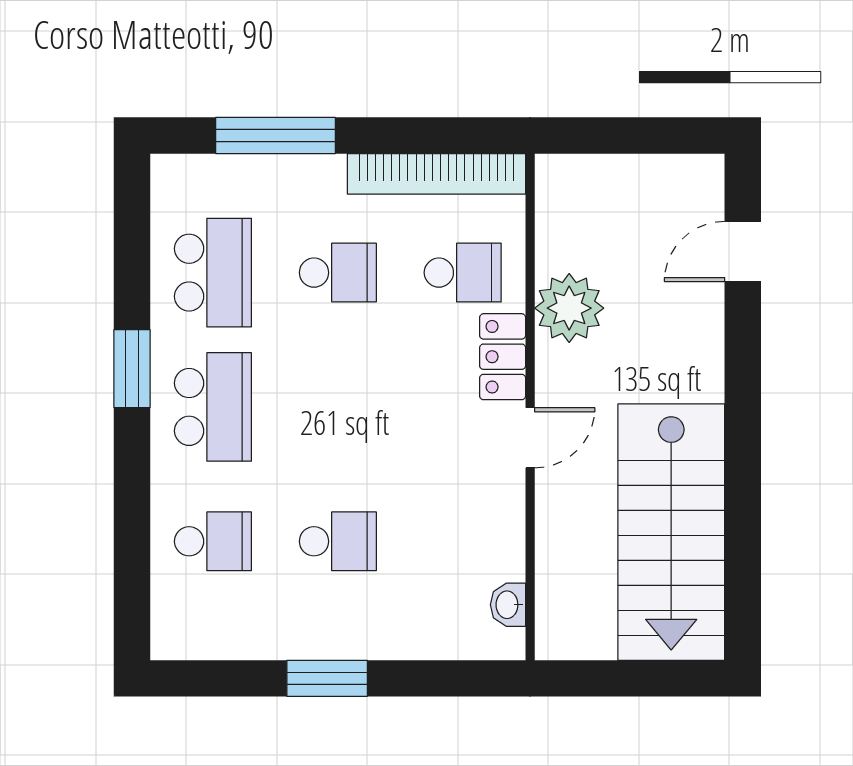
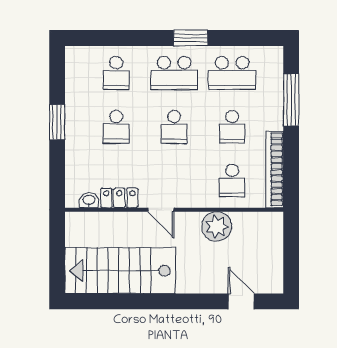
locker: (503, 357) -> (119, 198), moved
school desk: (338, 407) -> (174, 127), added

